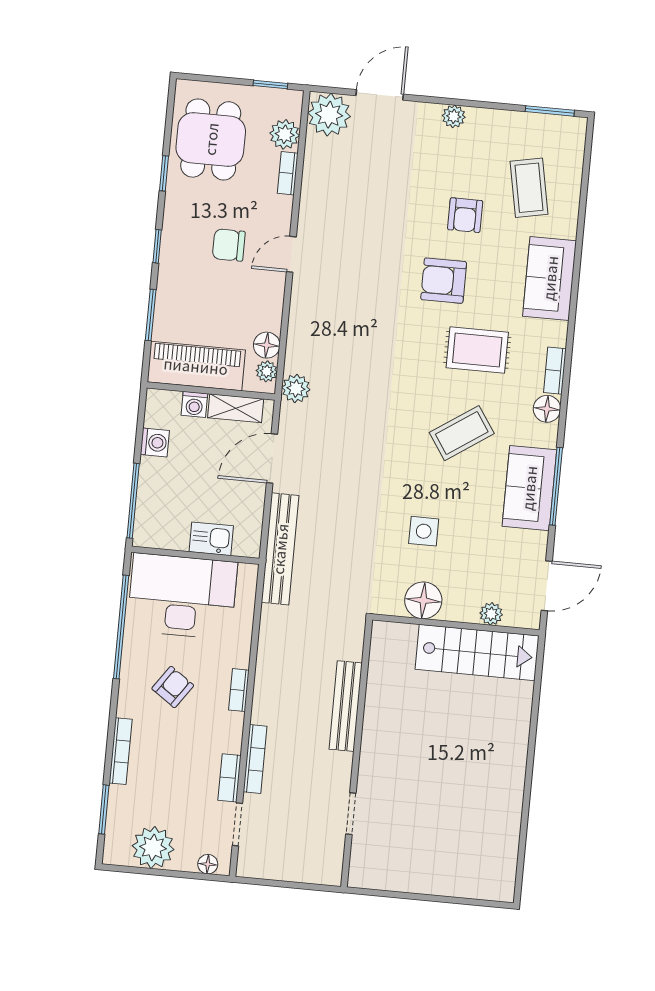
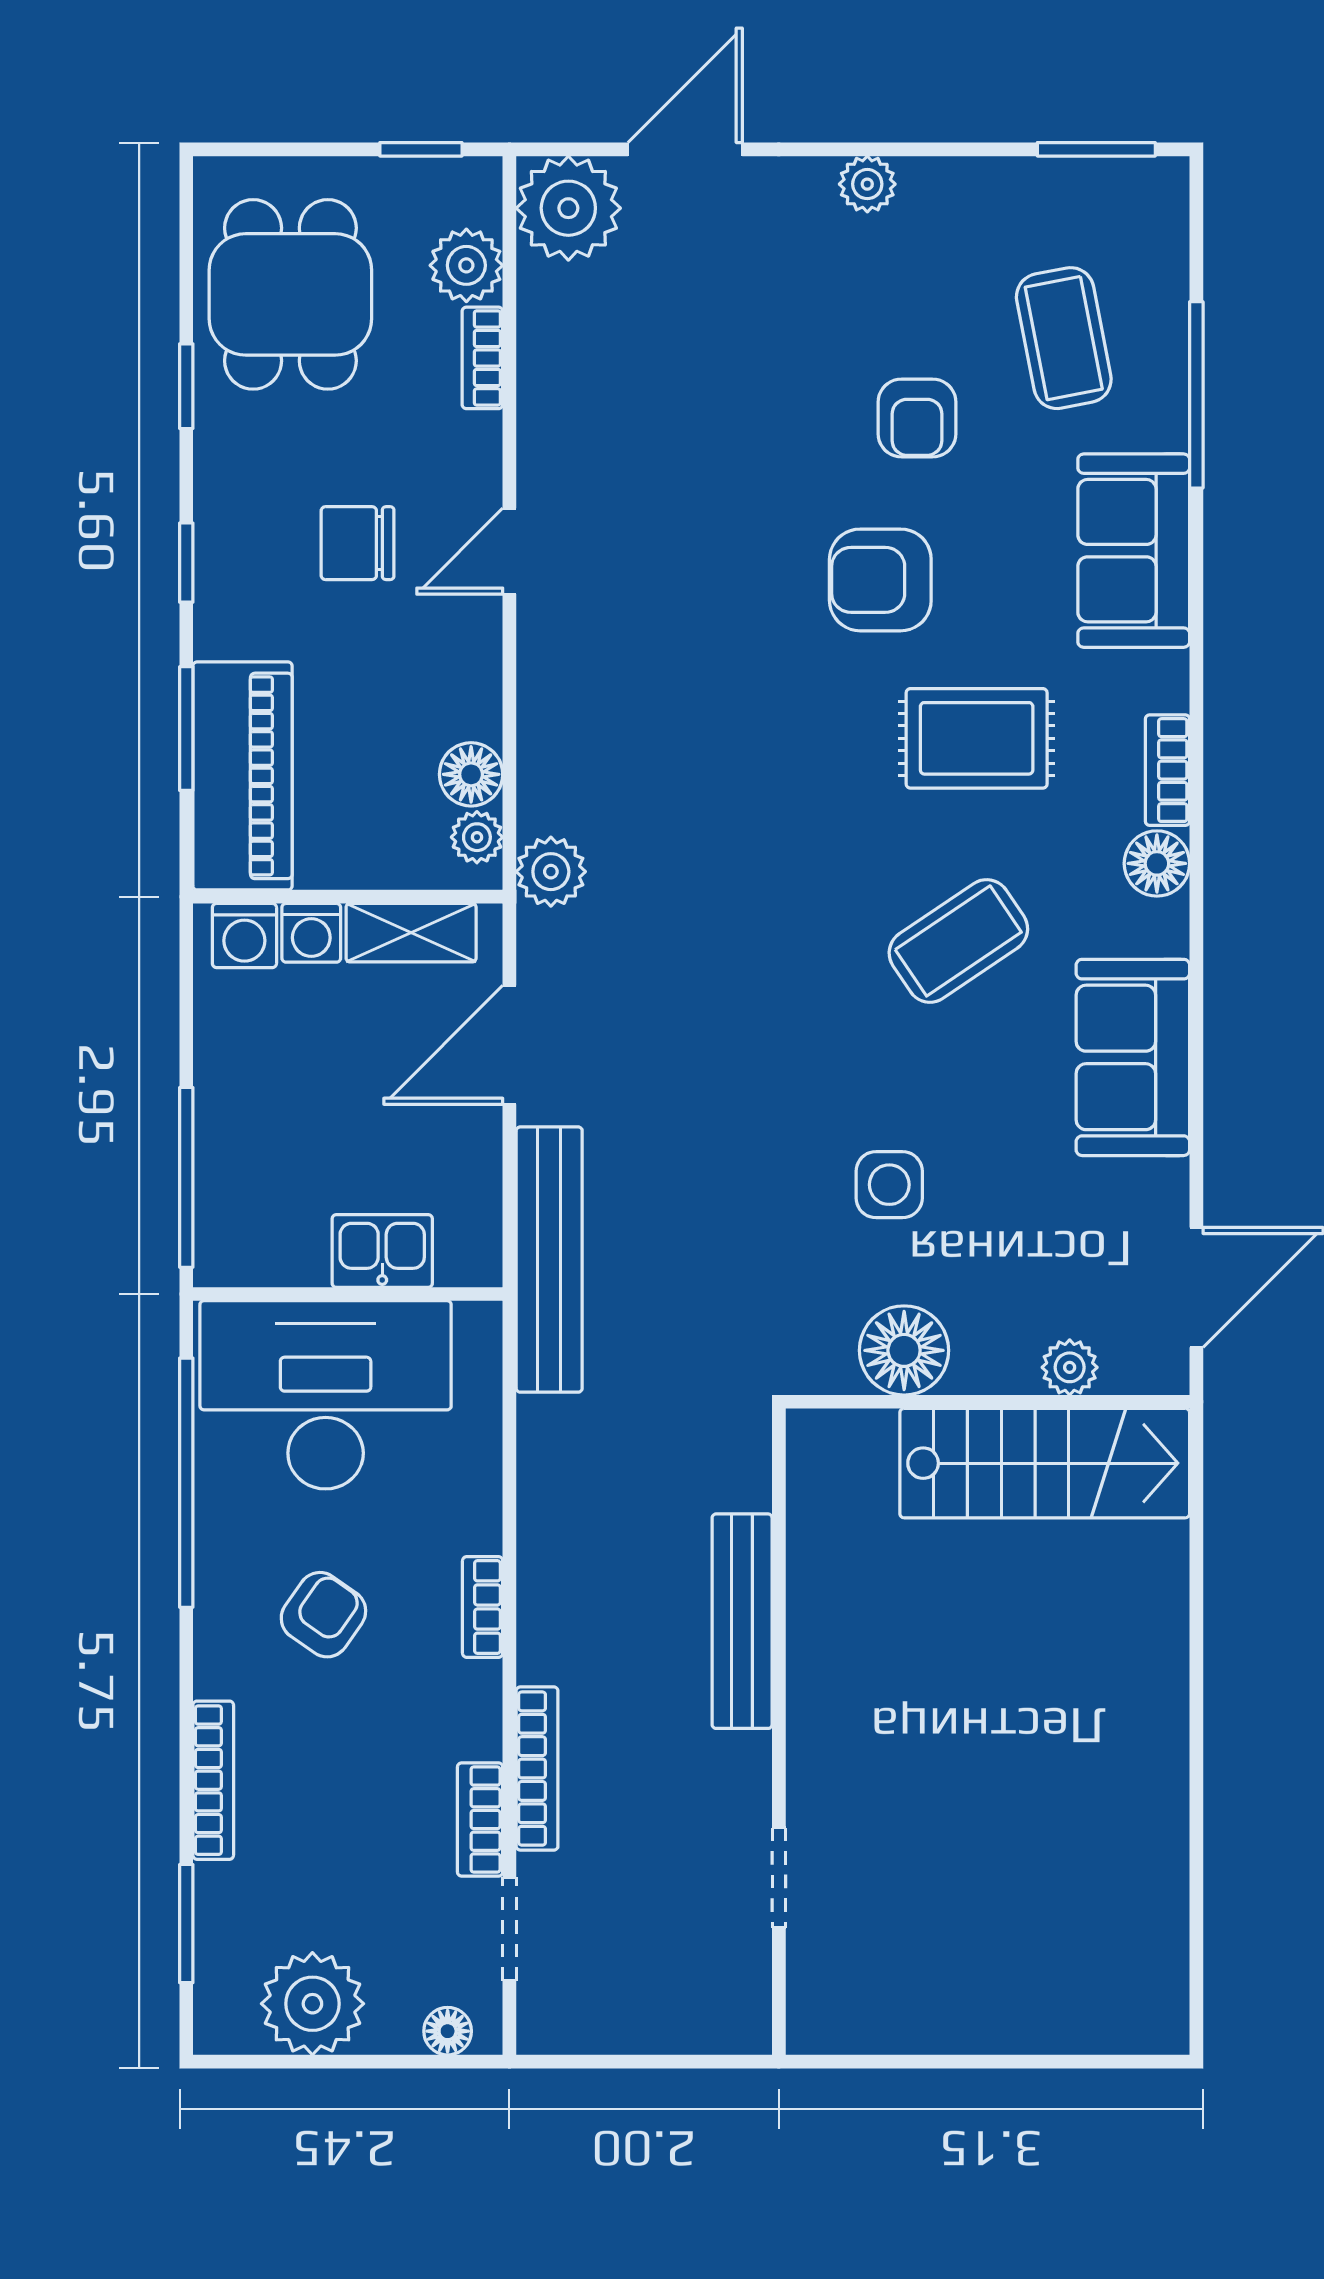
piano: (196, 366) -> (243, 776), moved, turned 90
washing machine: (155, 442) -> (244, 936), moved, turned 90
window: (556, 486) -> (1196, 395), moved

